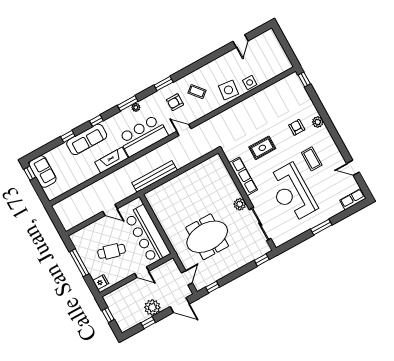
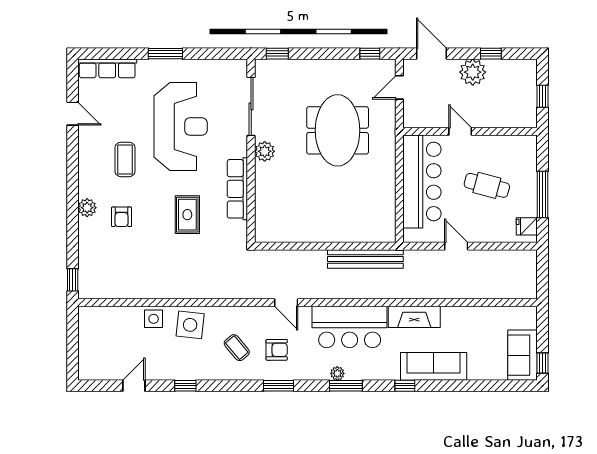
window: (68, 136) -> (185, 386), moved
rug: (262, 148) -> (187, 215), turned 90
row of seats: (353, 199) -> (107, 68), width x1.48
meeting table: (207, 237) -> (338, 130), turned 90
fridge: (101, 282) -> (527, 226), moved

